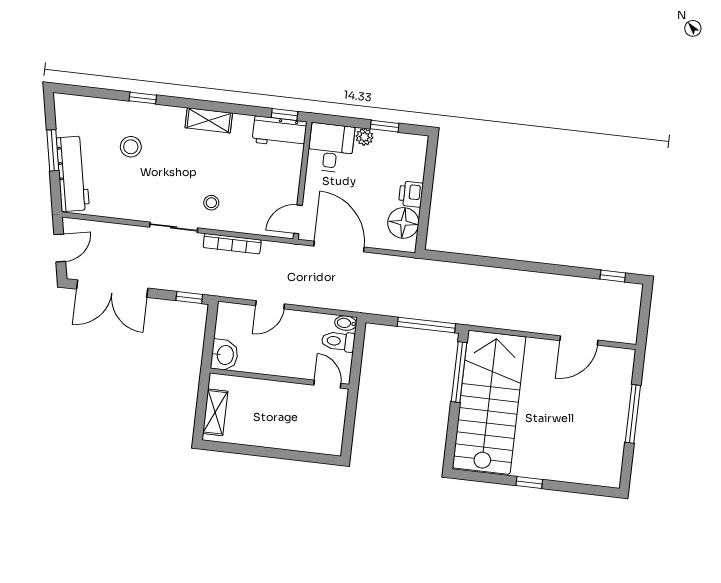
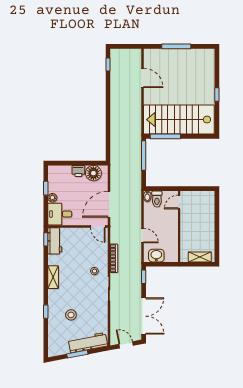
washbasin: (225, 355) -> (156, 256), moved

